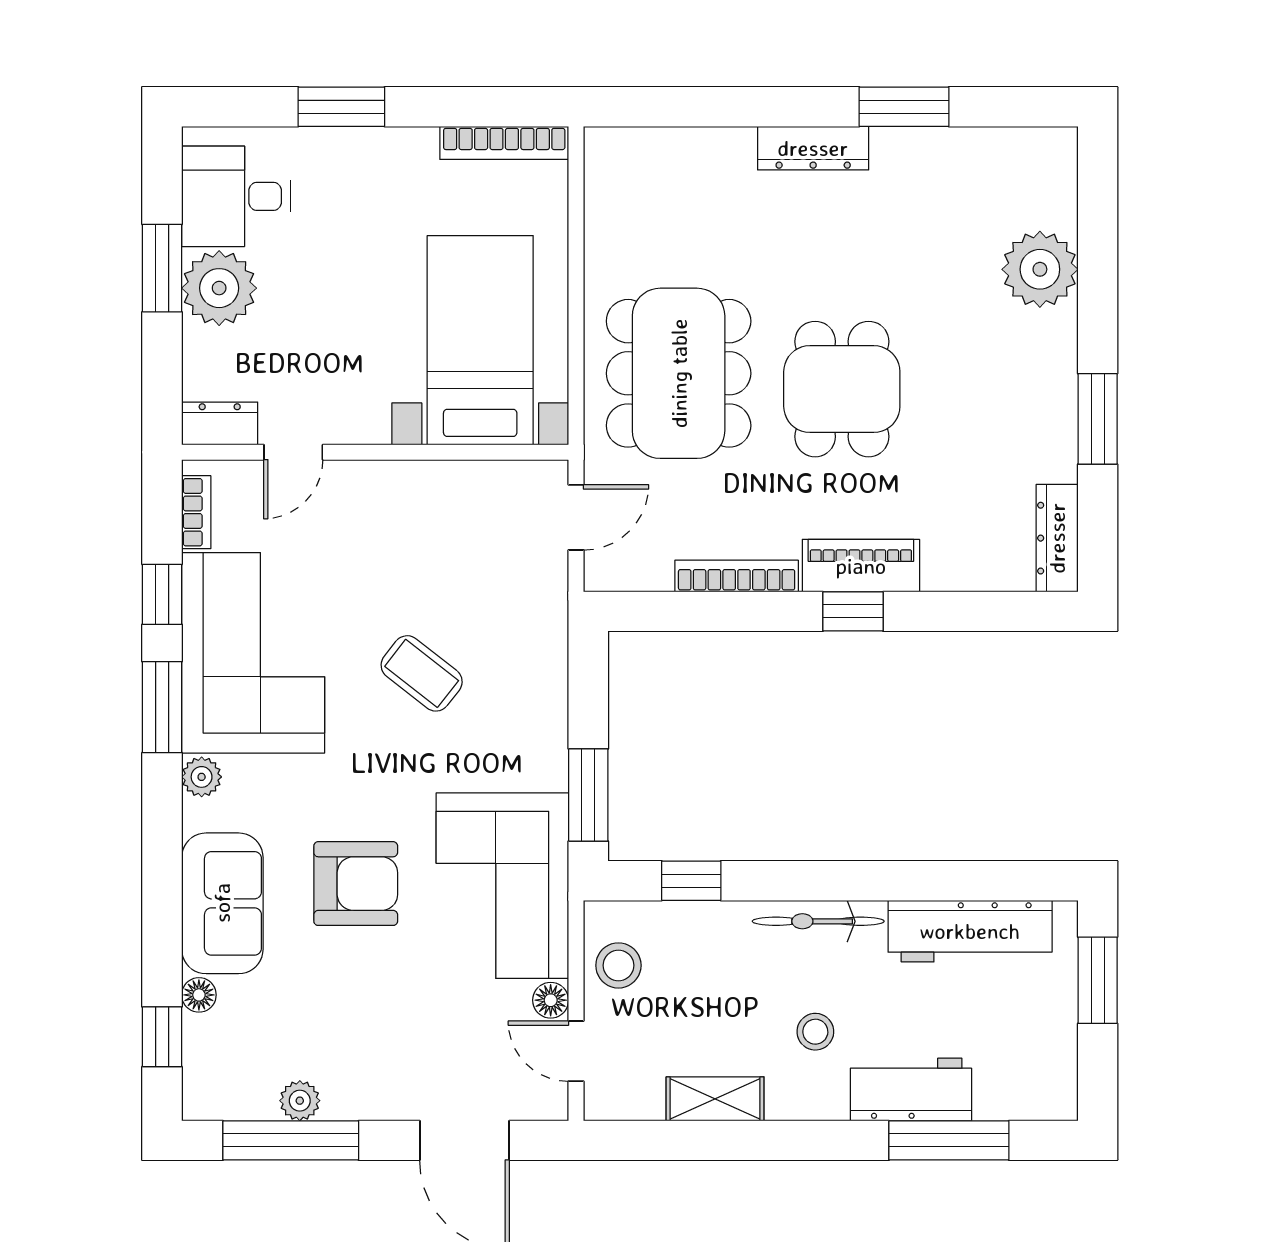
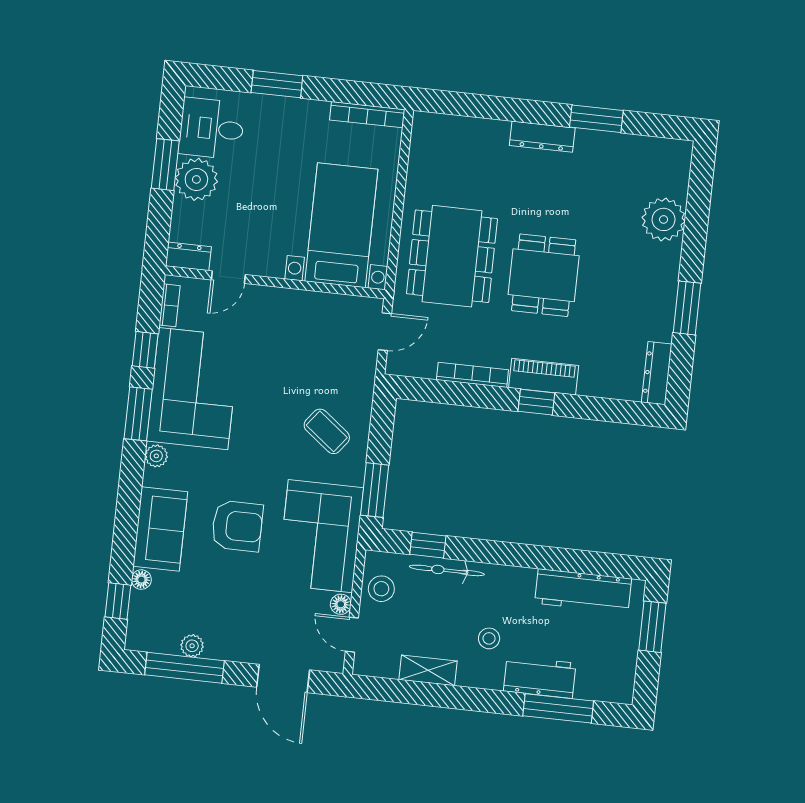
coffee table: (422, 673) -> (327, 431), moved
bicycle: (818, 921) -> (447, 570), moved

